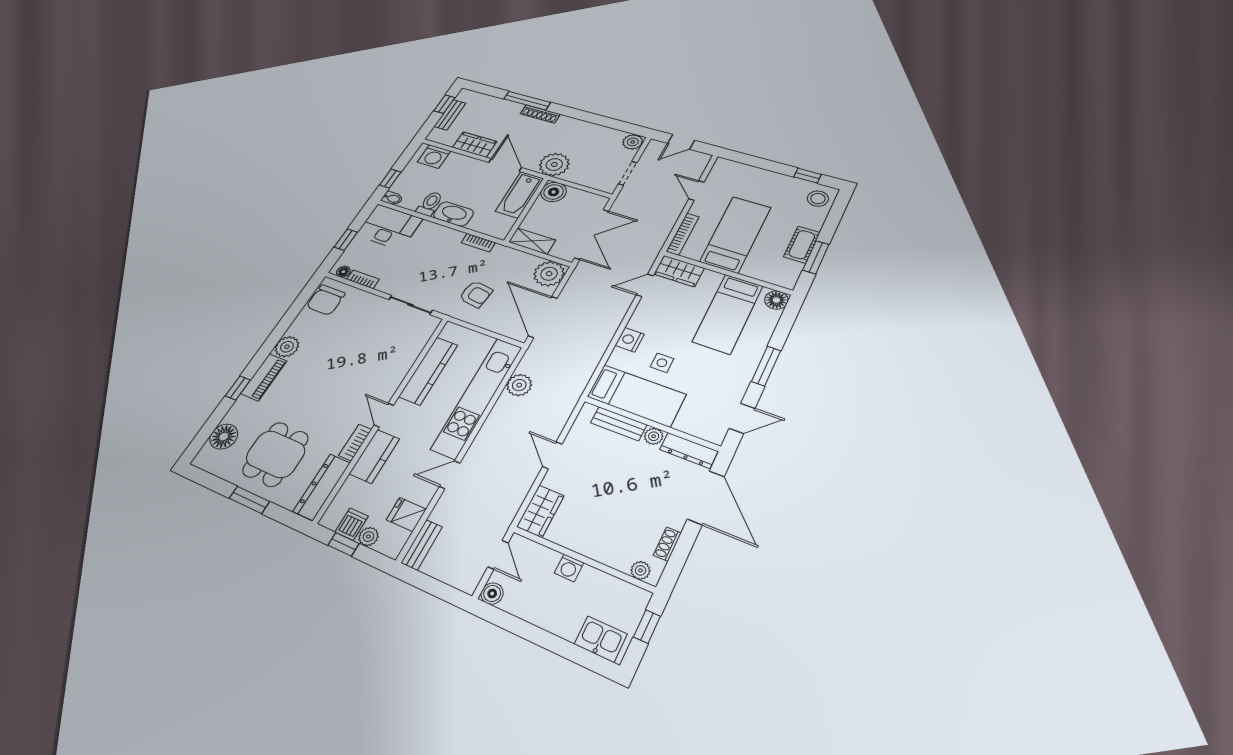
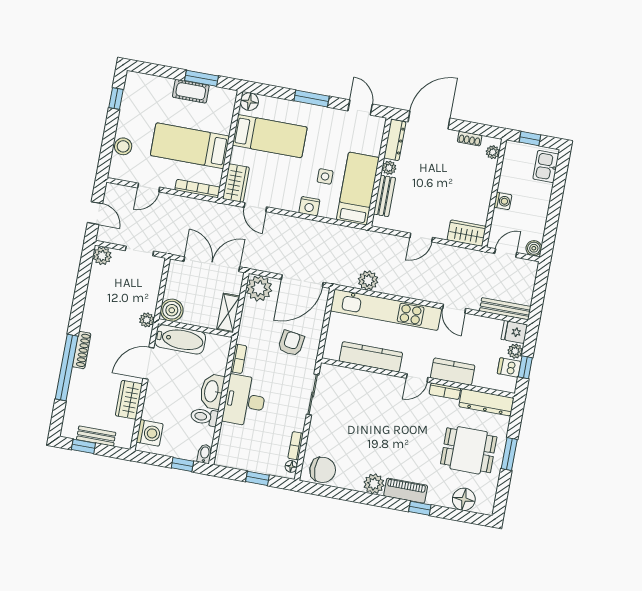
window: (527, 101) -> (67, 368), width x1.46
plant: (554, 164) -> (147, 320), width x0.53, depth x0.53
stool: (818, 199) -> (123, 146), moved
desk: (389, 227) -> (245, 401), moved
fridge: (406, 514) -> (514, 332), moved, turned 90
bench: (422, 545) -> (505, 309), width x1.36

